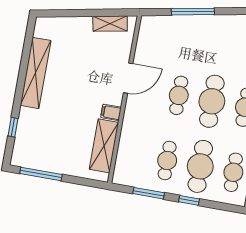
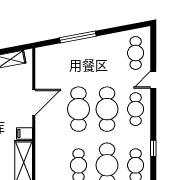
cafe table: (179, 95) -> (78, 109), width x1.37, depth x1.35

